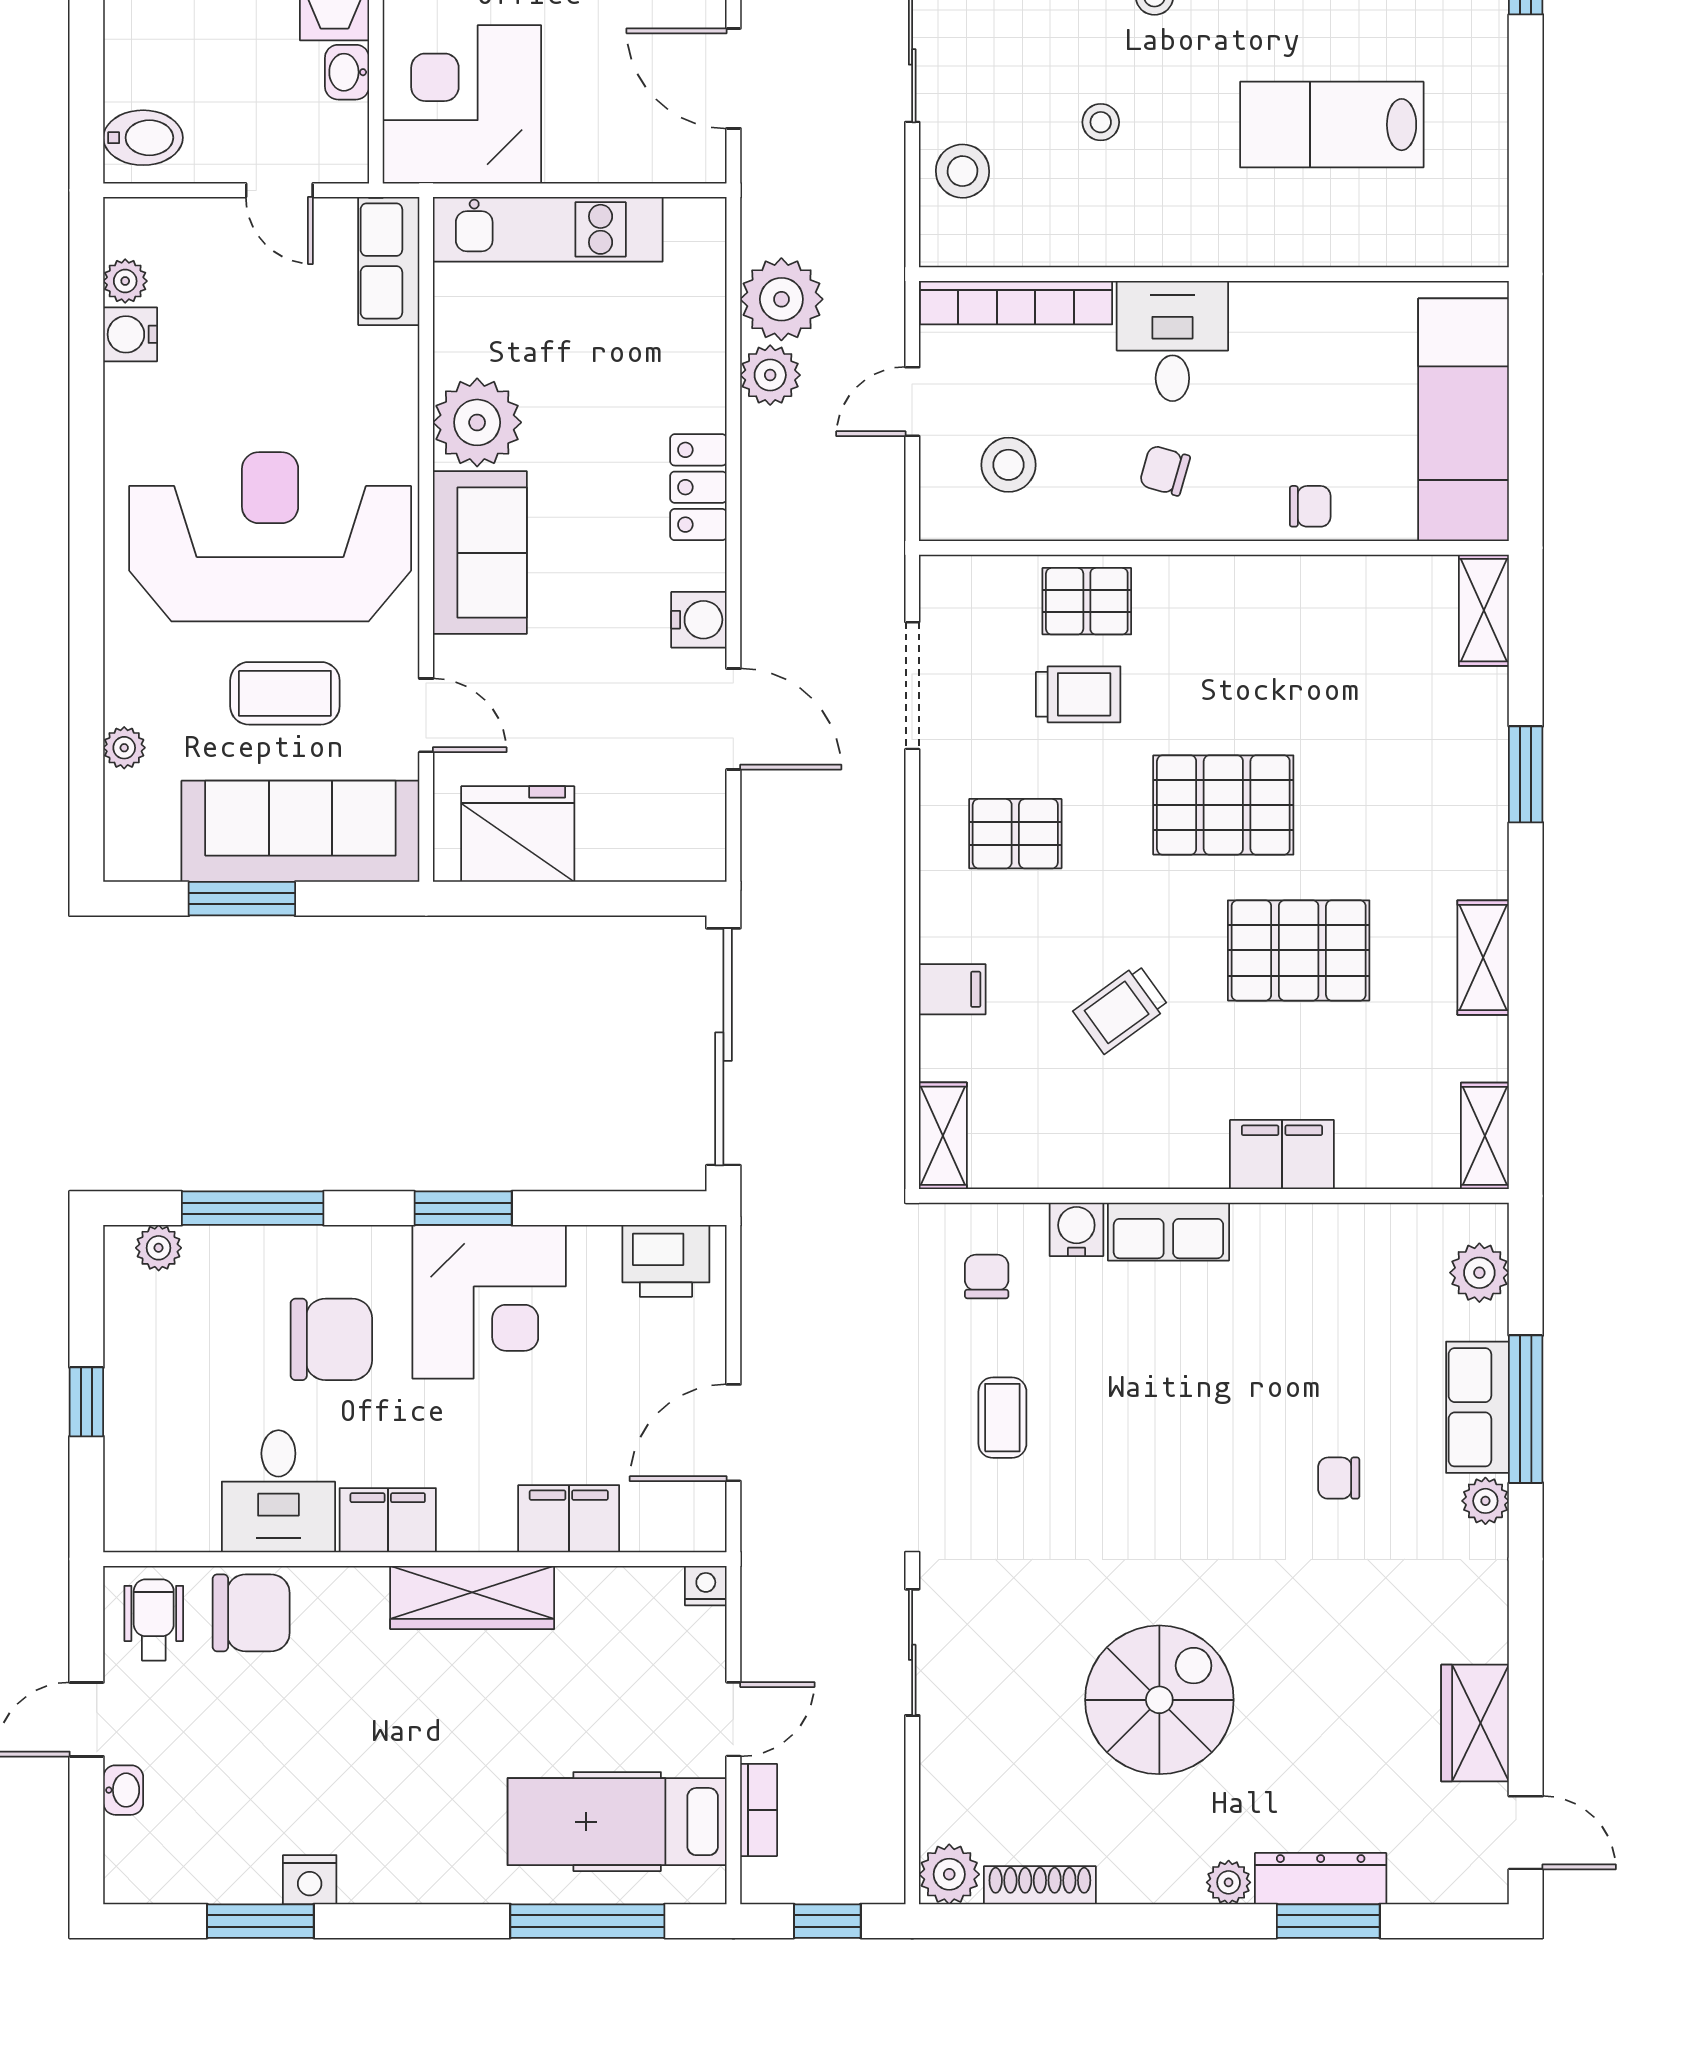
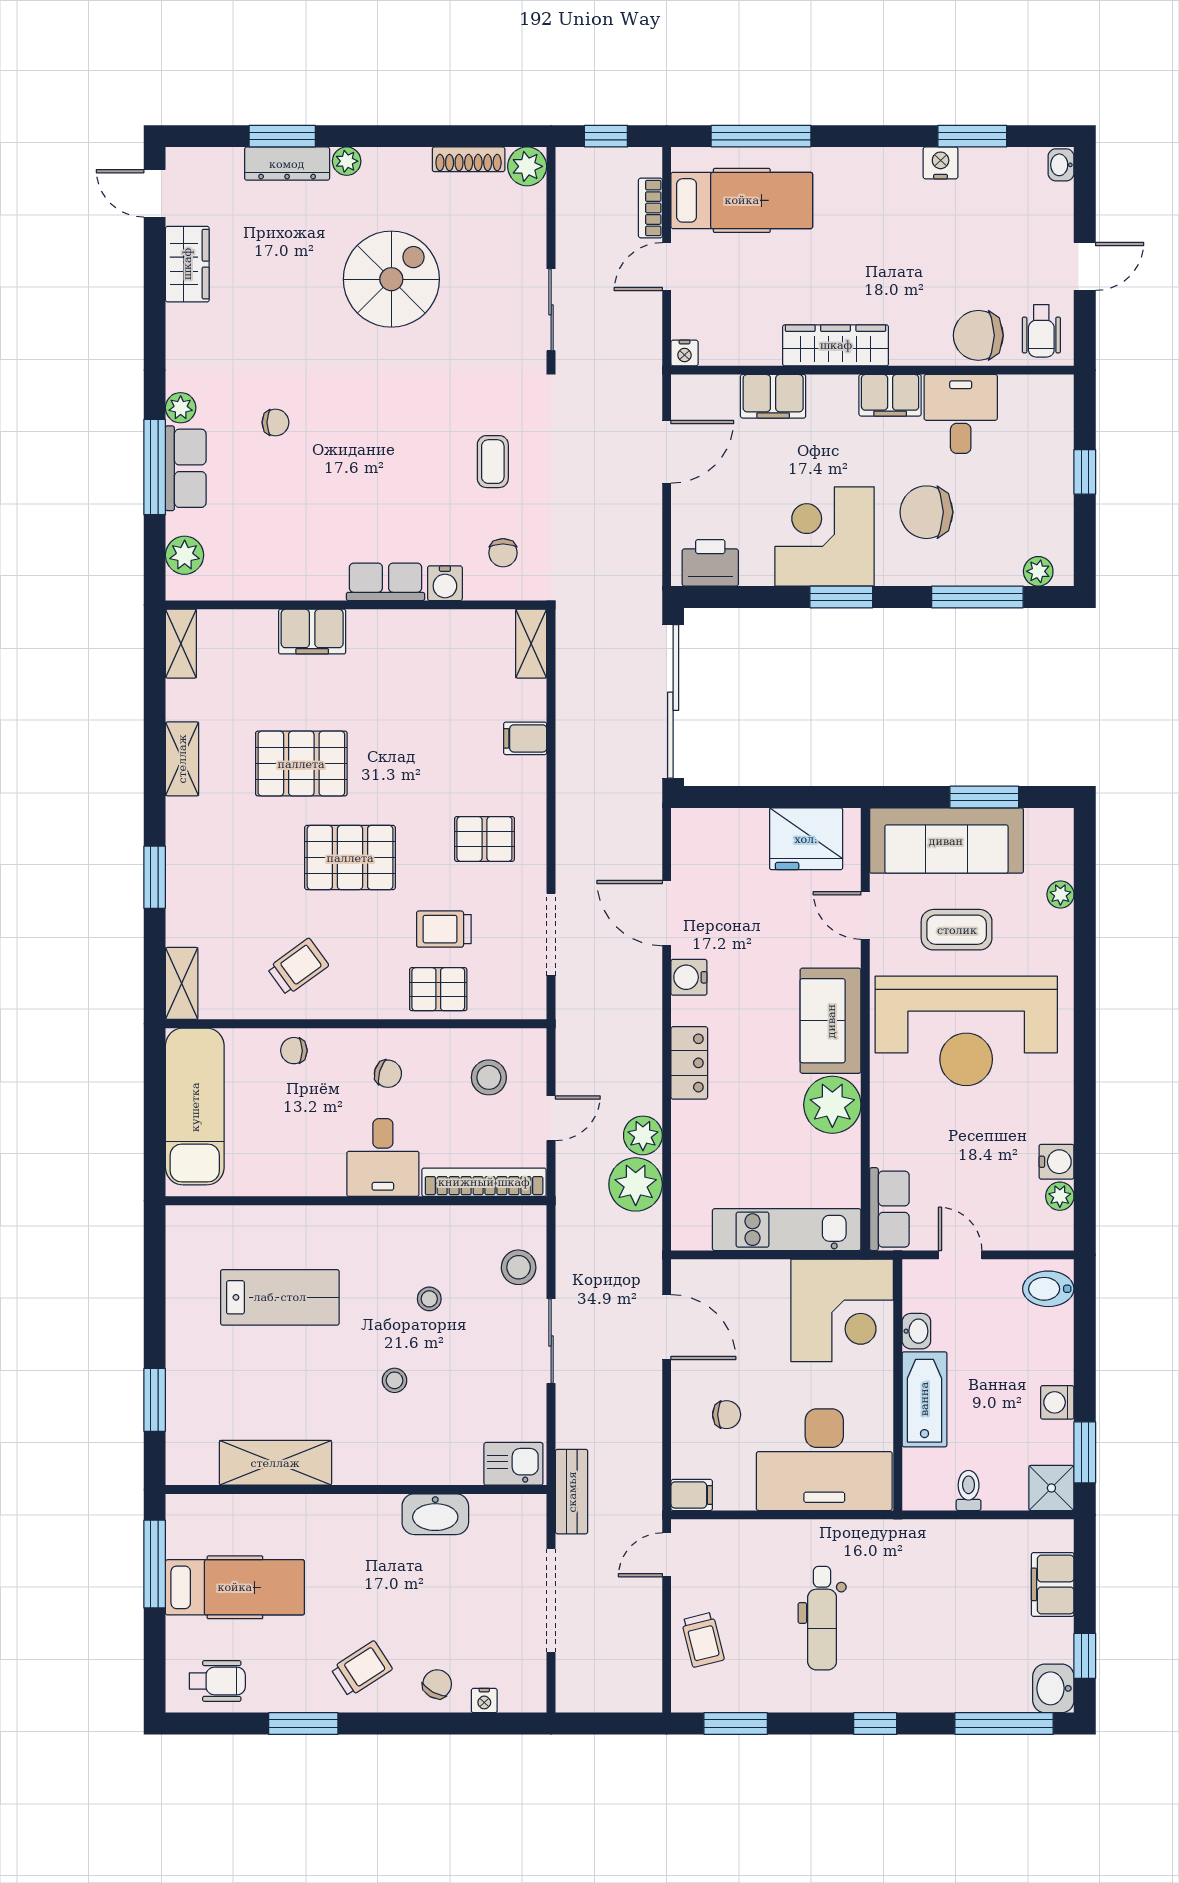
trolley: (1121, 1009) -> (298, 967), moved
spiral stairs: (1159, 1700) -> (391, 279), turned 180
washbasin: (123, 1790) -> (1061, 165), moved

